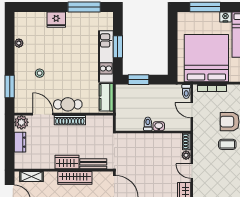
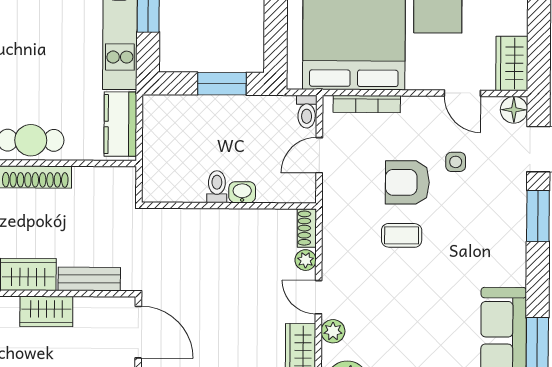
window: (138, 80) -> (222, 84), moved
door: (192, 110) -> (319, 155), hinge flipped
wardrobe: (75, 178) -> (46, 311), width x0.67
plant: (198, 186) -> (333, 331), added

